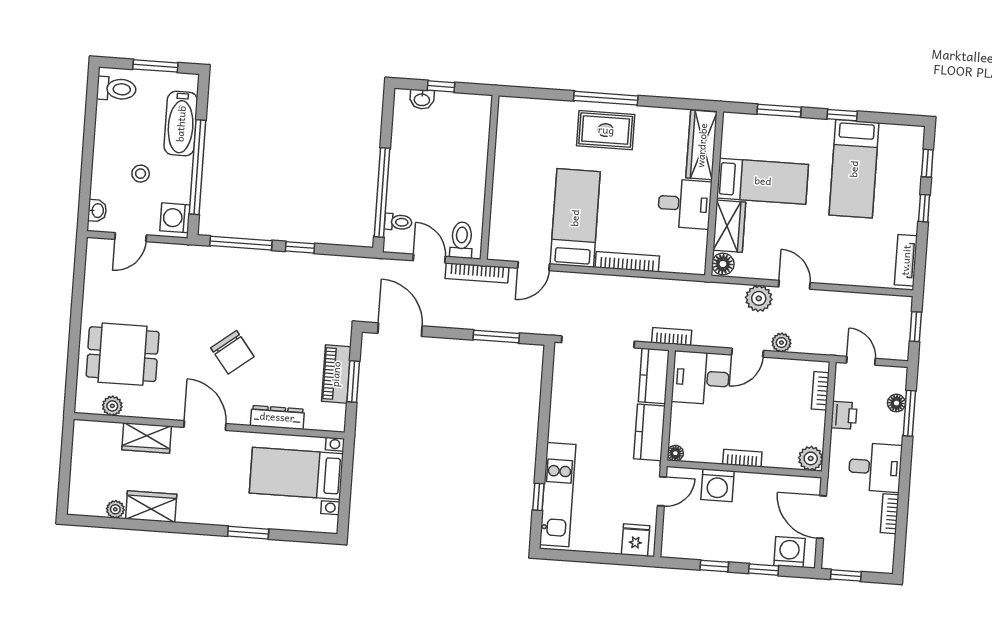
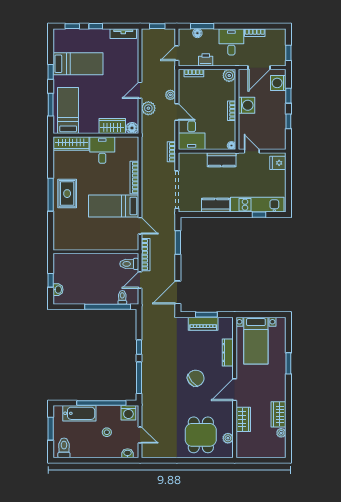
bed: (763, 181) -> (68, 111), moved
kitchen counter: (654, 376) -> (216, 205), moved, turned 180
washing machine: (717, 485) -> (247, 105), moved

